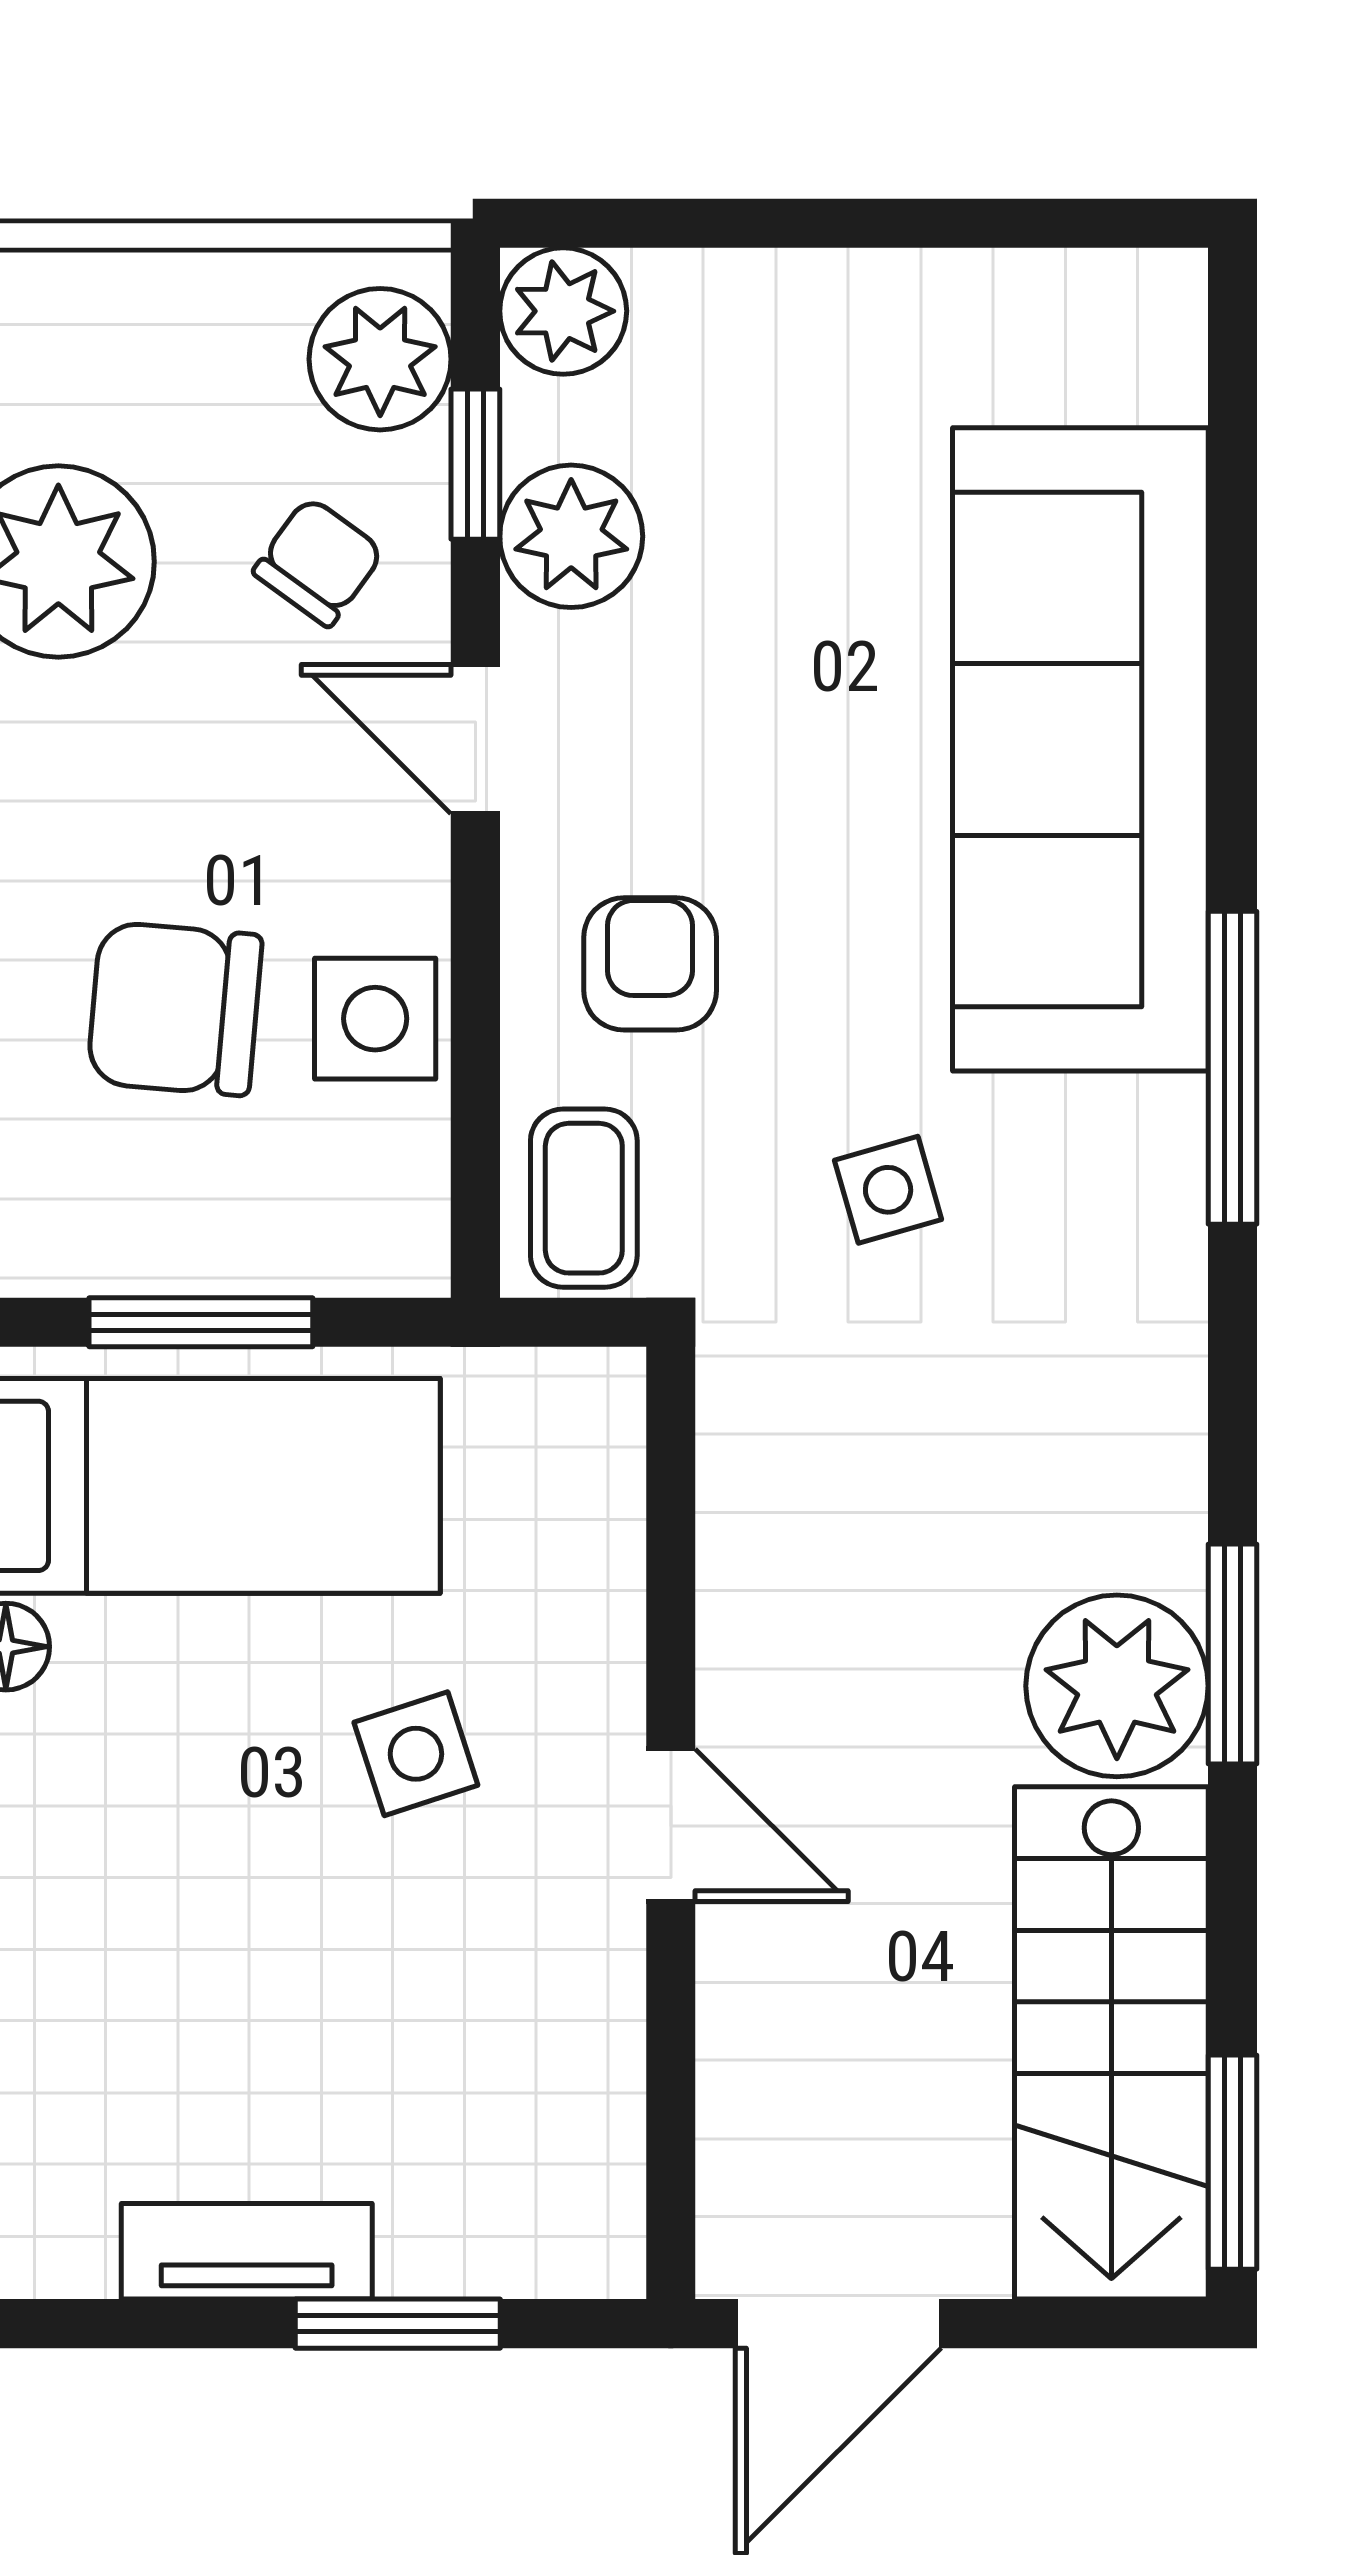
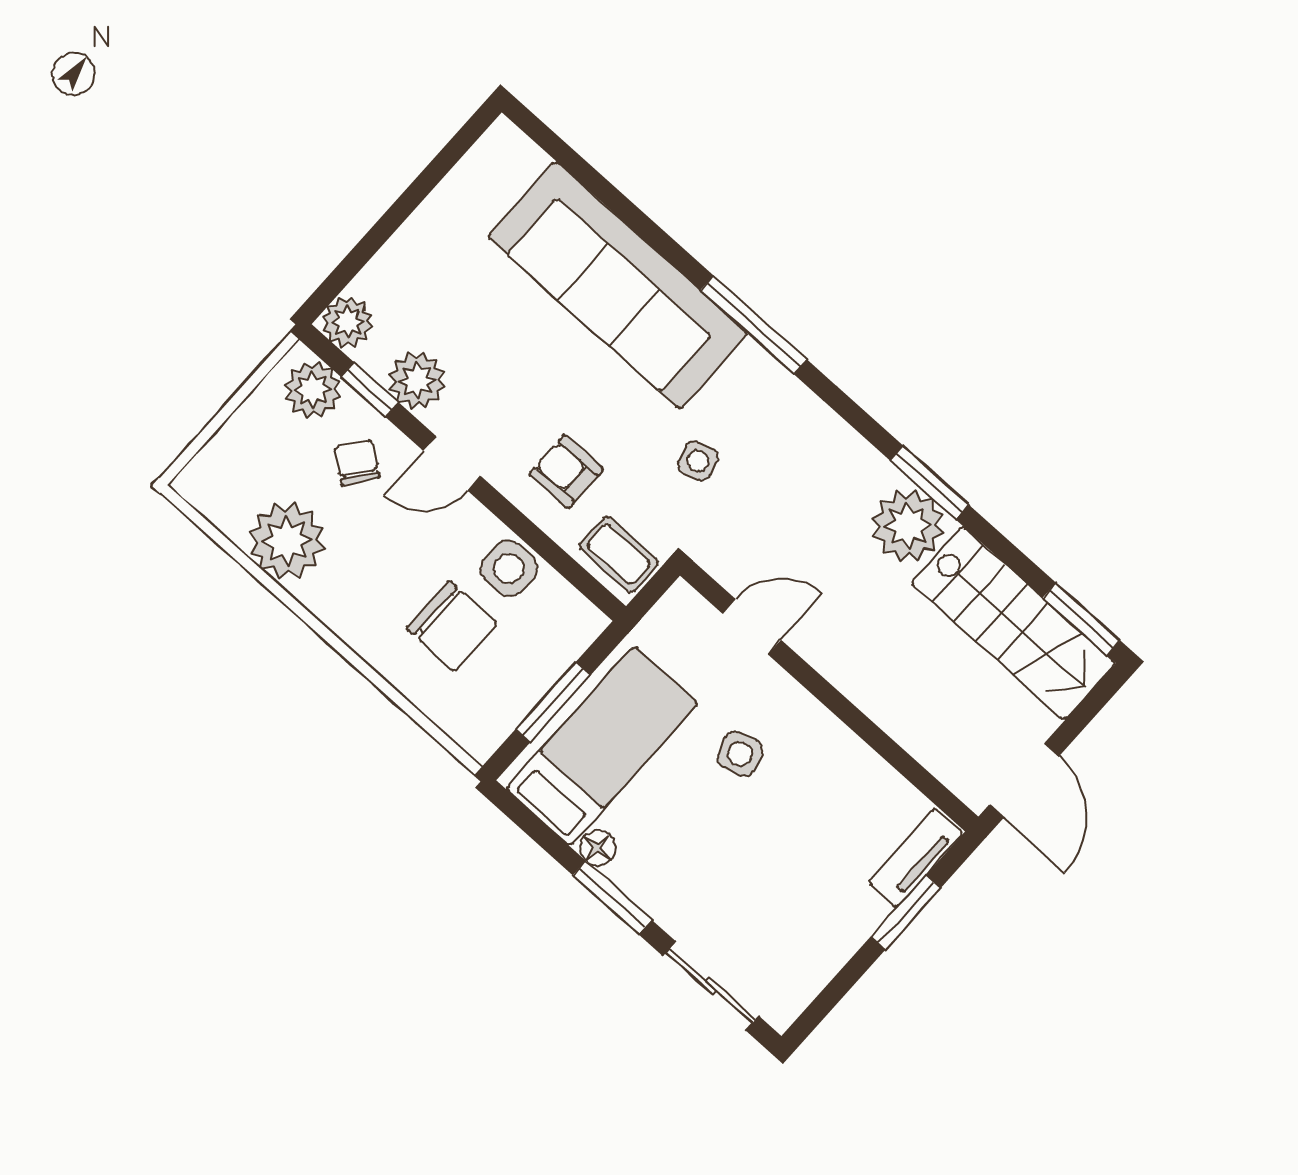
chair: (175, 1009) -> (452, 626), turned -95
door: (671, 1825) -> (752, 627), moved
tv unit: (247, 2251) -> (916, 858), moved

